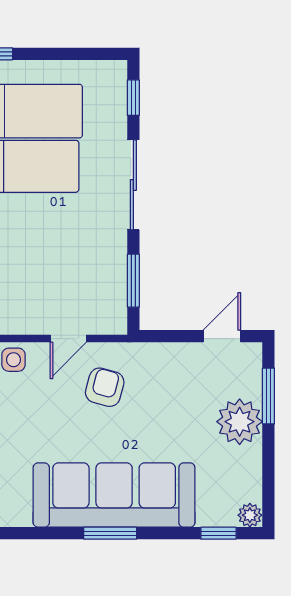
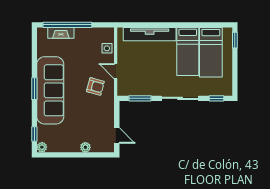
window: (268, 396) -> (92, 155), removed
plant: (240, 422) -> (85, 147), width x0.53, depth x0.53

